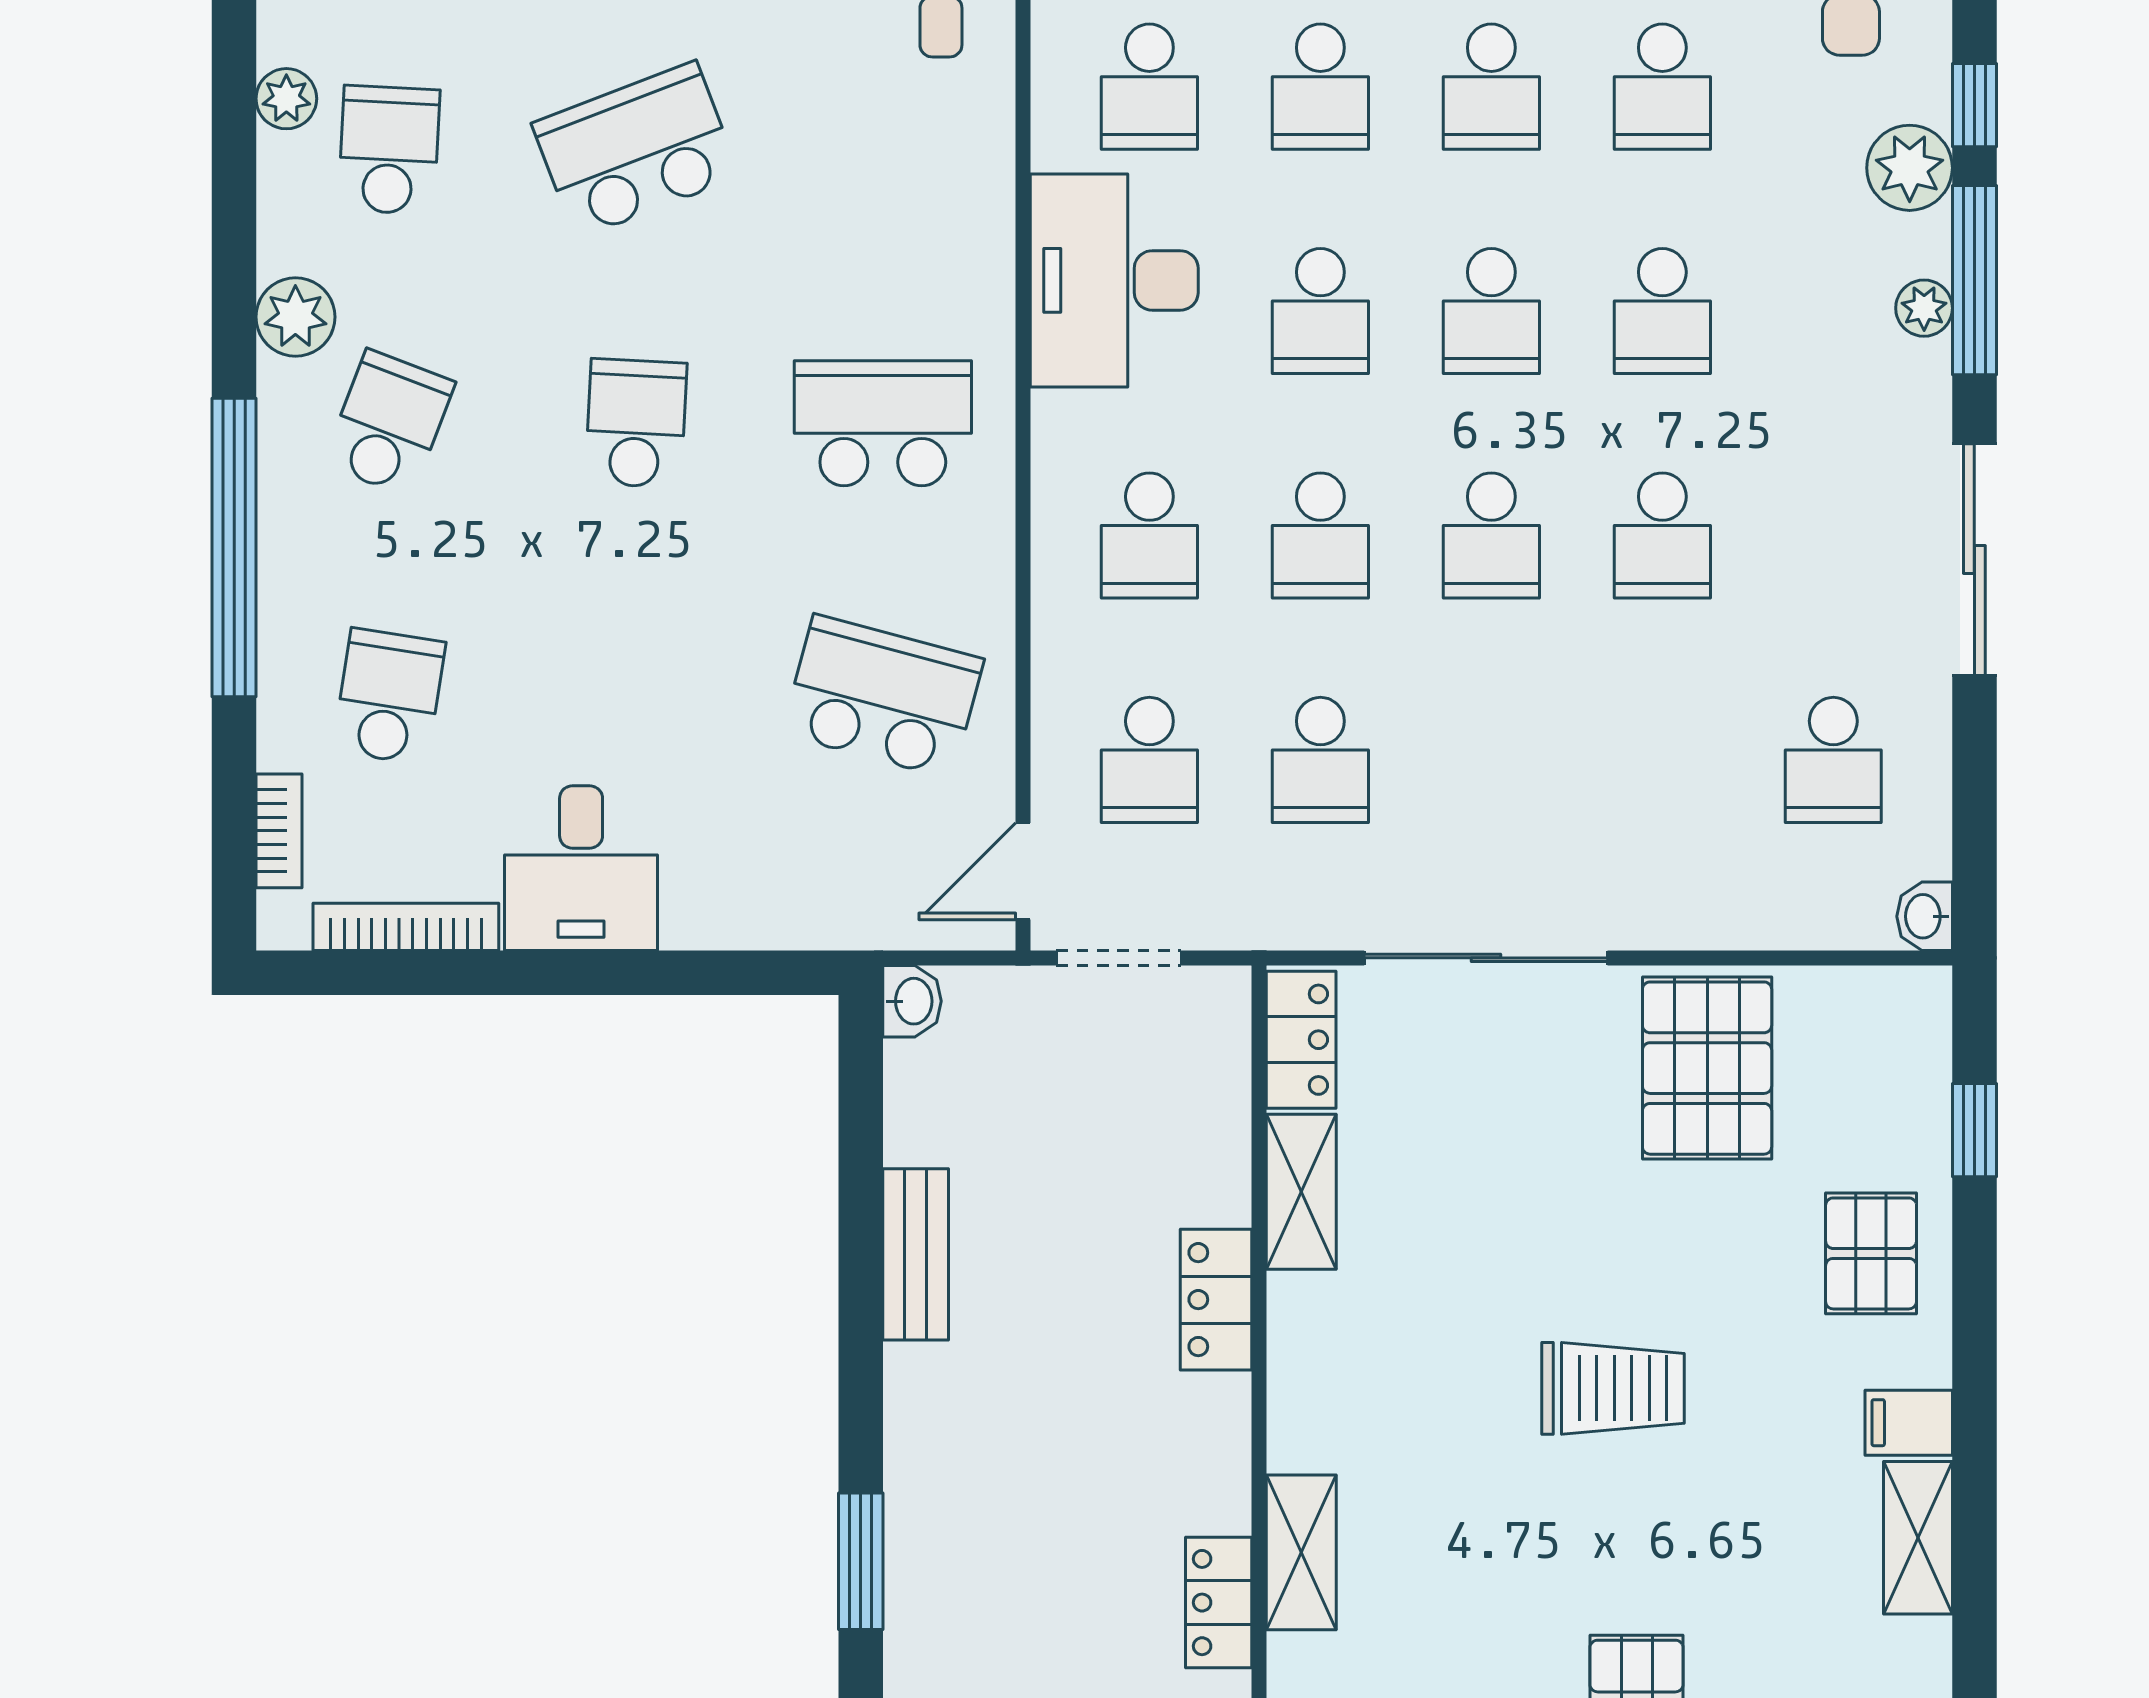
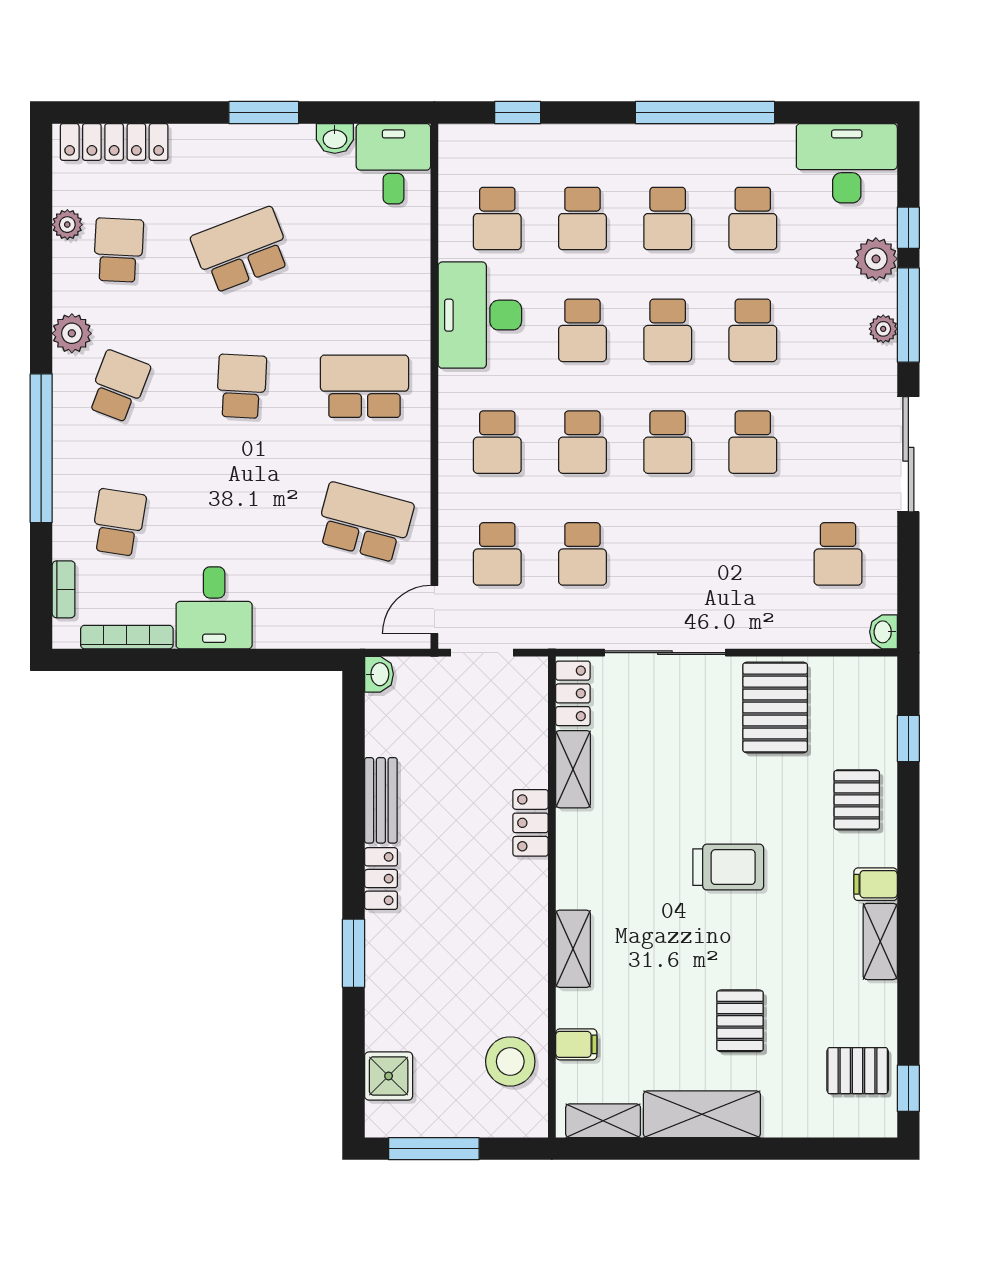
locker: (1219, 1603) -> (381, 879), moved, turned 180

